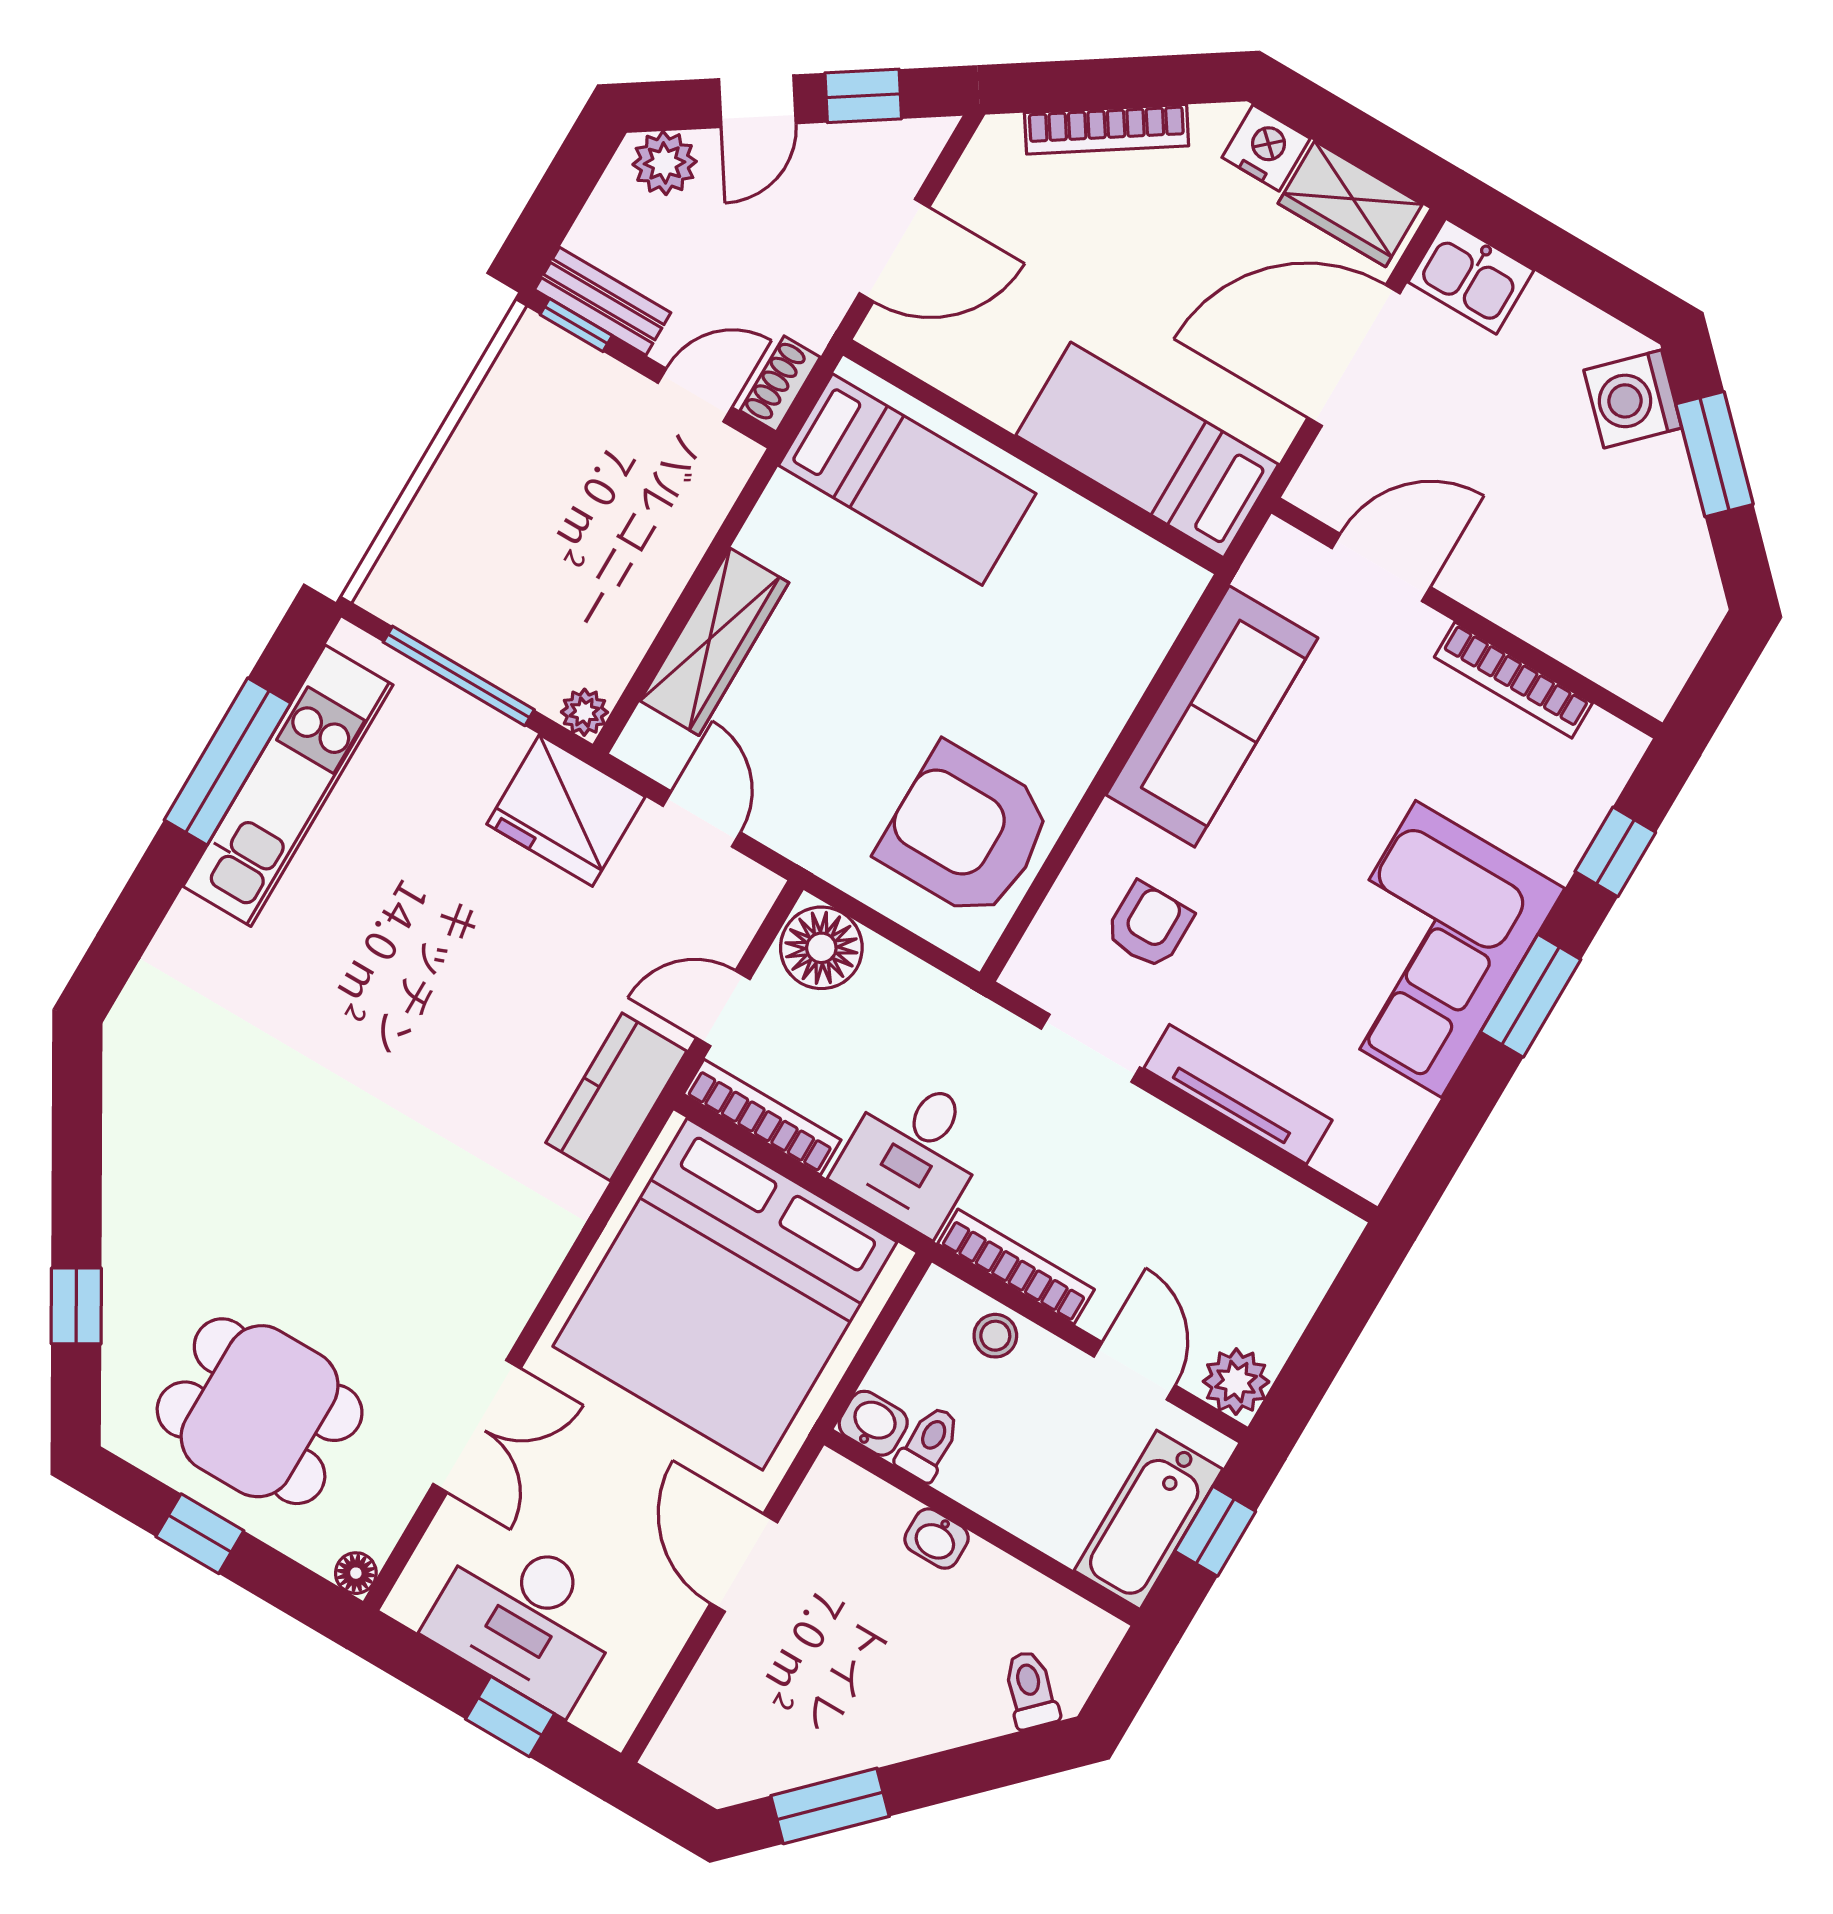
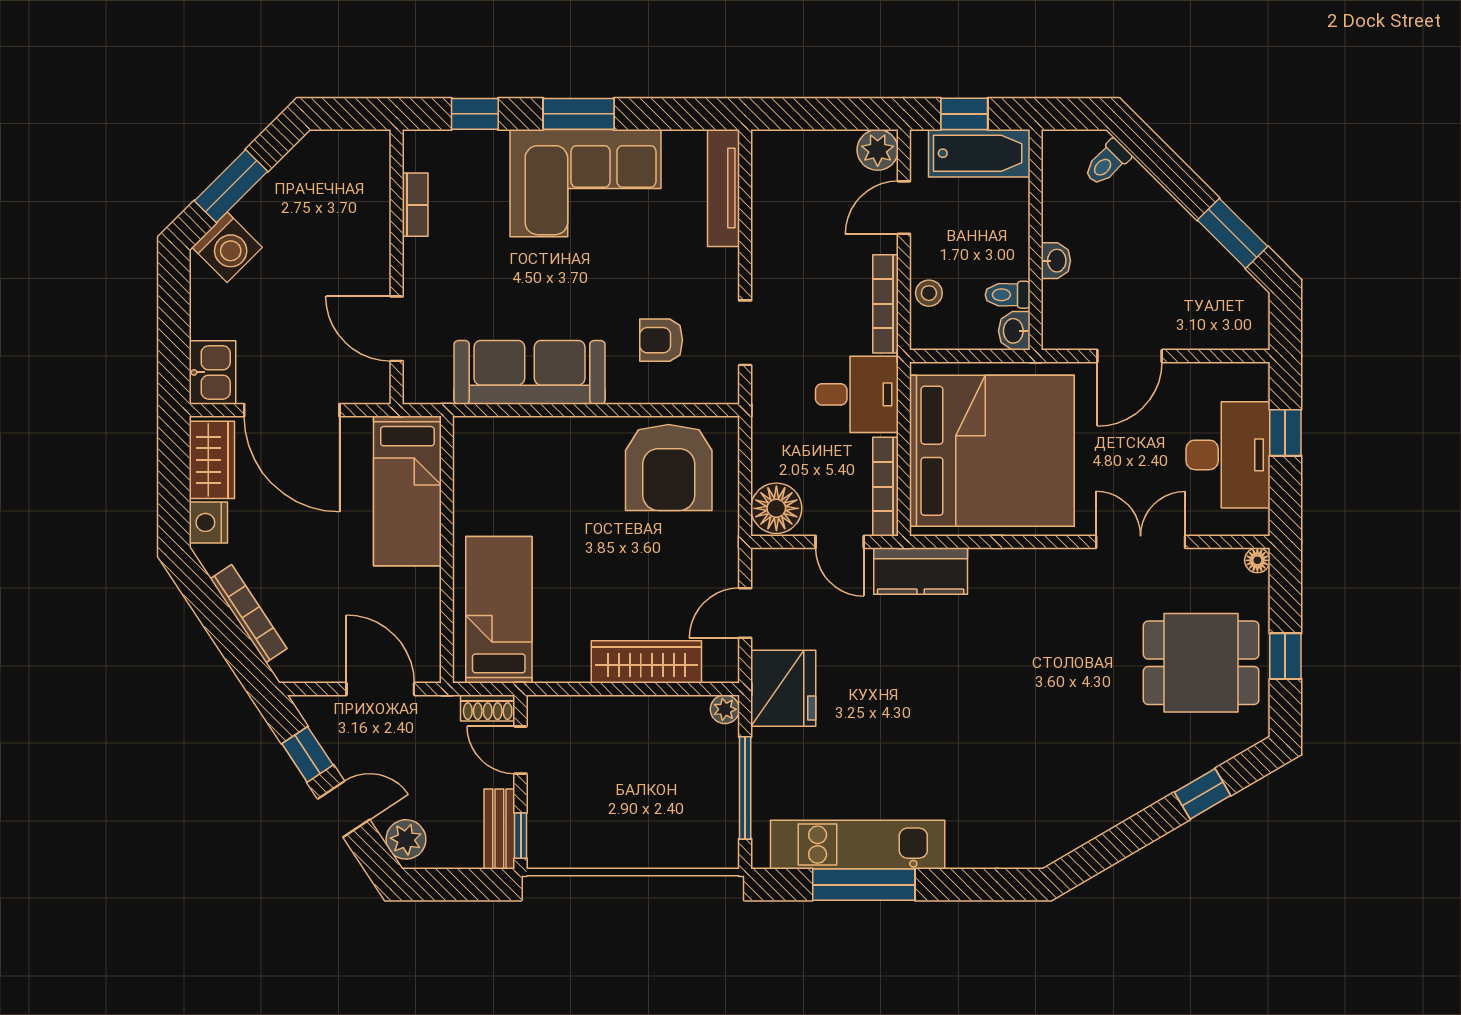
bookcase: (1513, 680) -> (415, 205), width x0.64
tv unit: (1238, 1094) -> (723, 188), moved
dining table: (260, 1411) -> (1201, 663), turned 90

